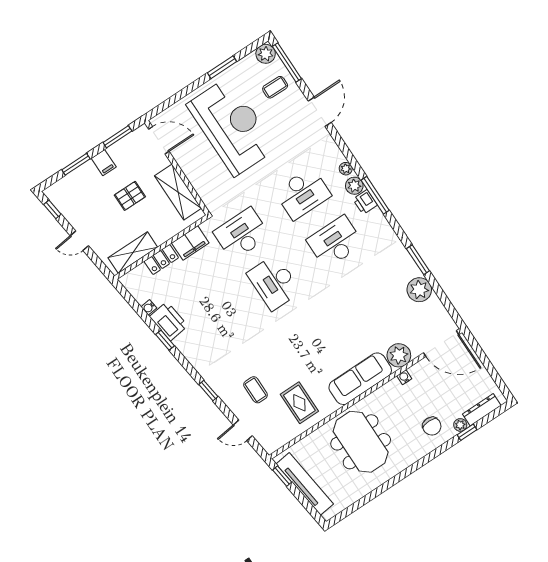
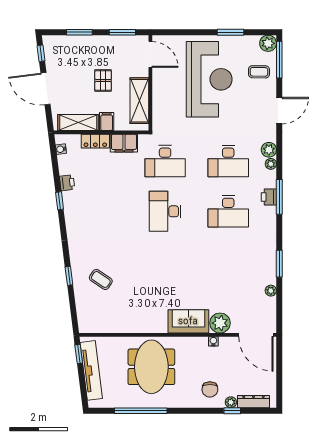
filing cabinet: (104, 163) -> (107, 121), moved, turned 180
plant: (354, 186) -> (269, 150), moved
pallet: (130, 196) -> (103, 81), turned 90
desk: (242, 234) -> (165, 161), turned 180
door: (79, 241) -> (45, 89), width x1.87
desk: (335, 242) -> (228, 211), turned 180
plant: (419, 290) -> (271, 291), width x0.53, depth x0.53
water cooler: (149, 307) -> (61, 149), moved
printer: (169, 321) -> (67, 183), width x0.53, depth x0.68
sofa: (360, 379) -> (188, 321), width x0.73
coffee table: (256, 390) -> (101, 279), turned -56
window: (208, 391) -> (69, 276), moved
rug: (299, 403) -> (126, 310), removed
door: (243, 430) -> (72, 303), removed
window: (379, 491) -> (141, 411), added

